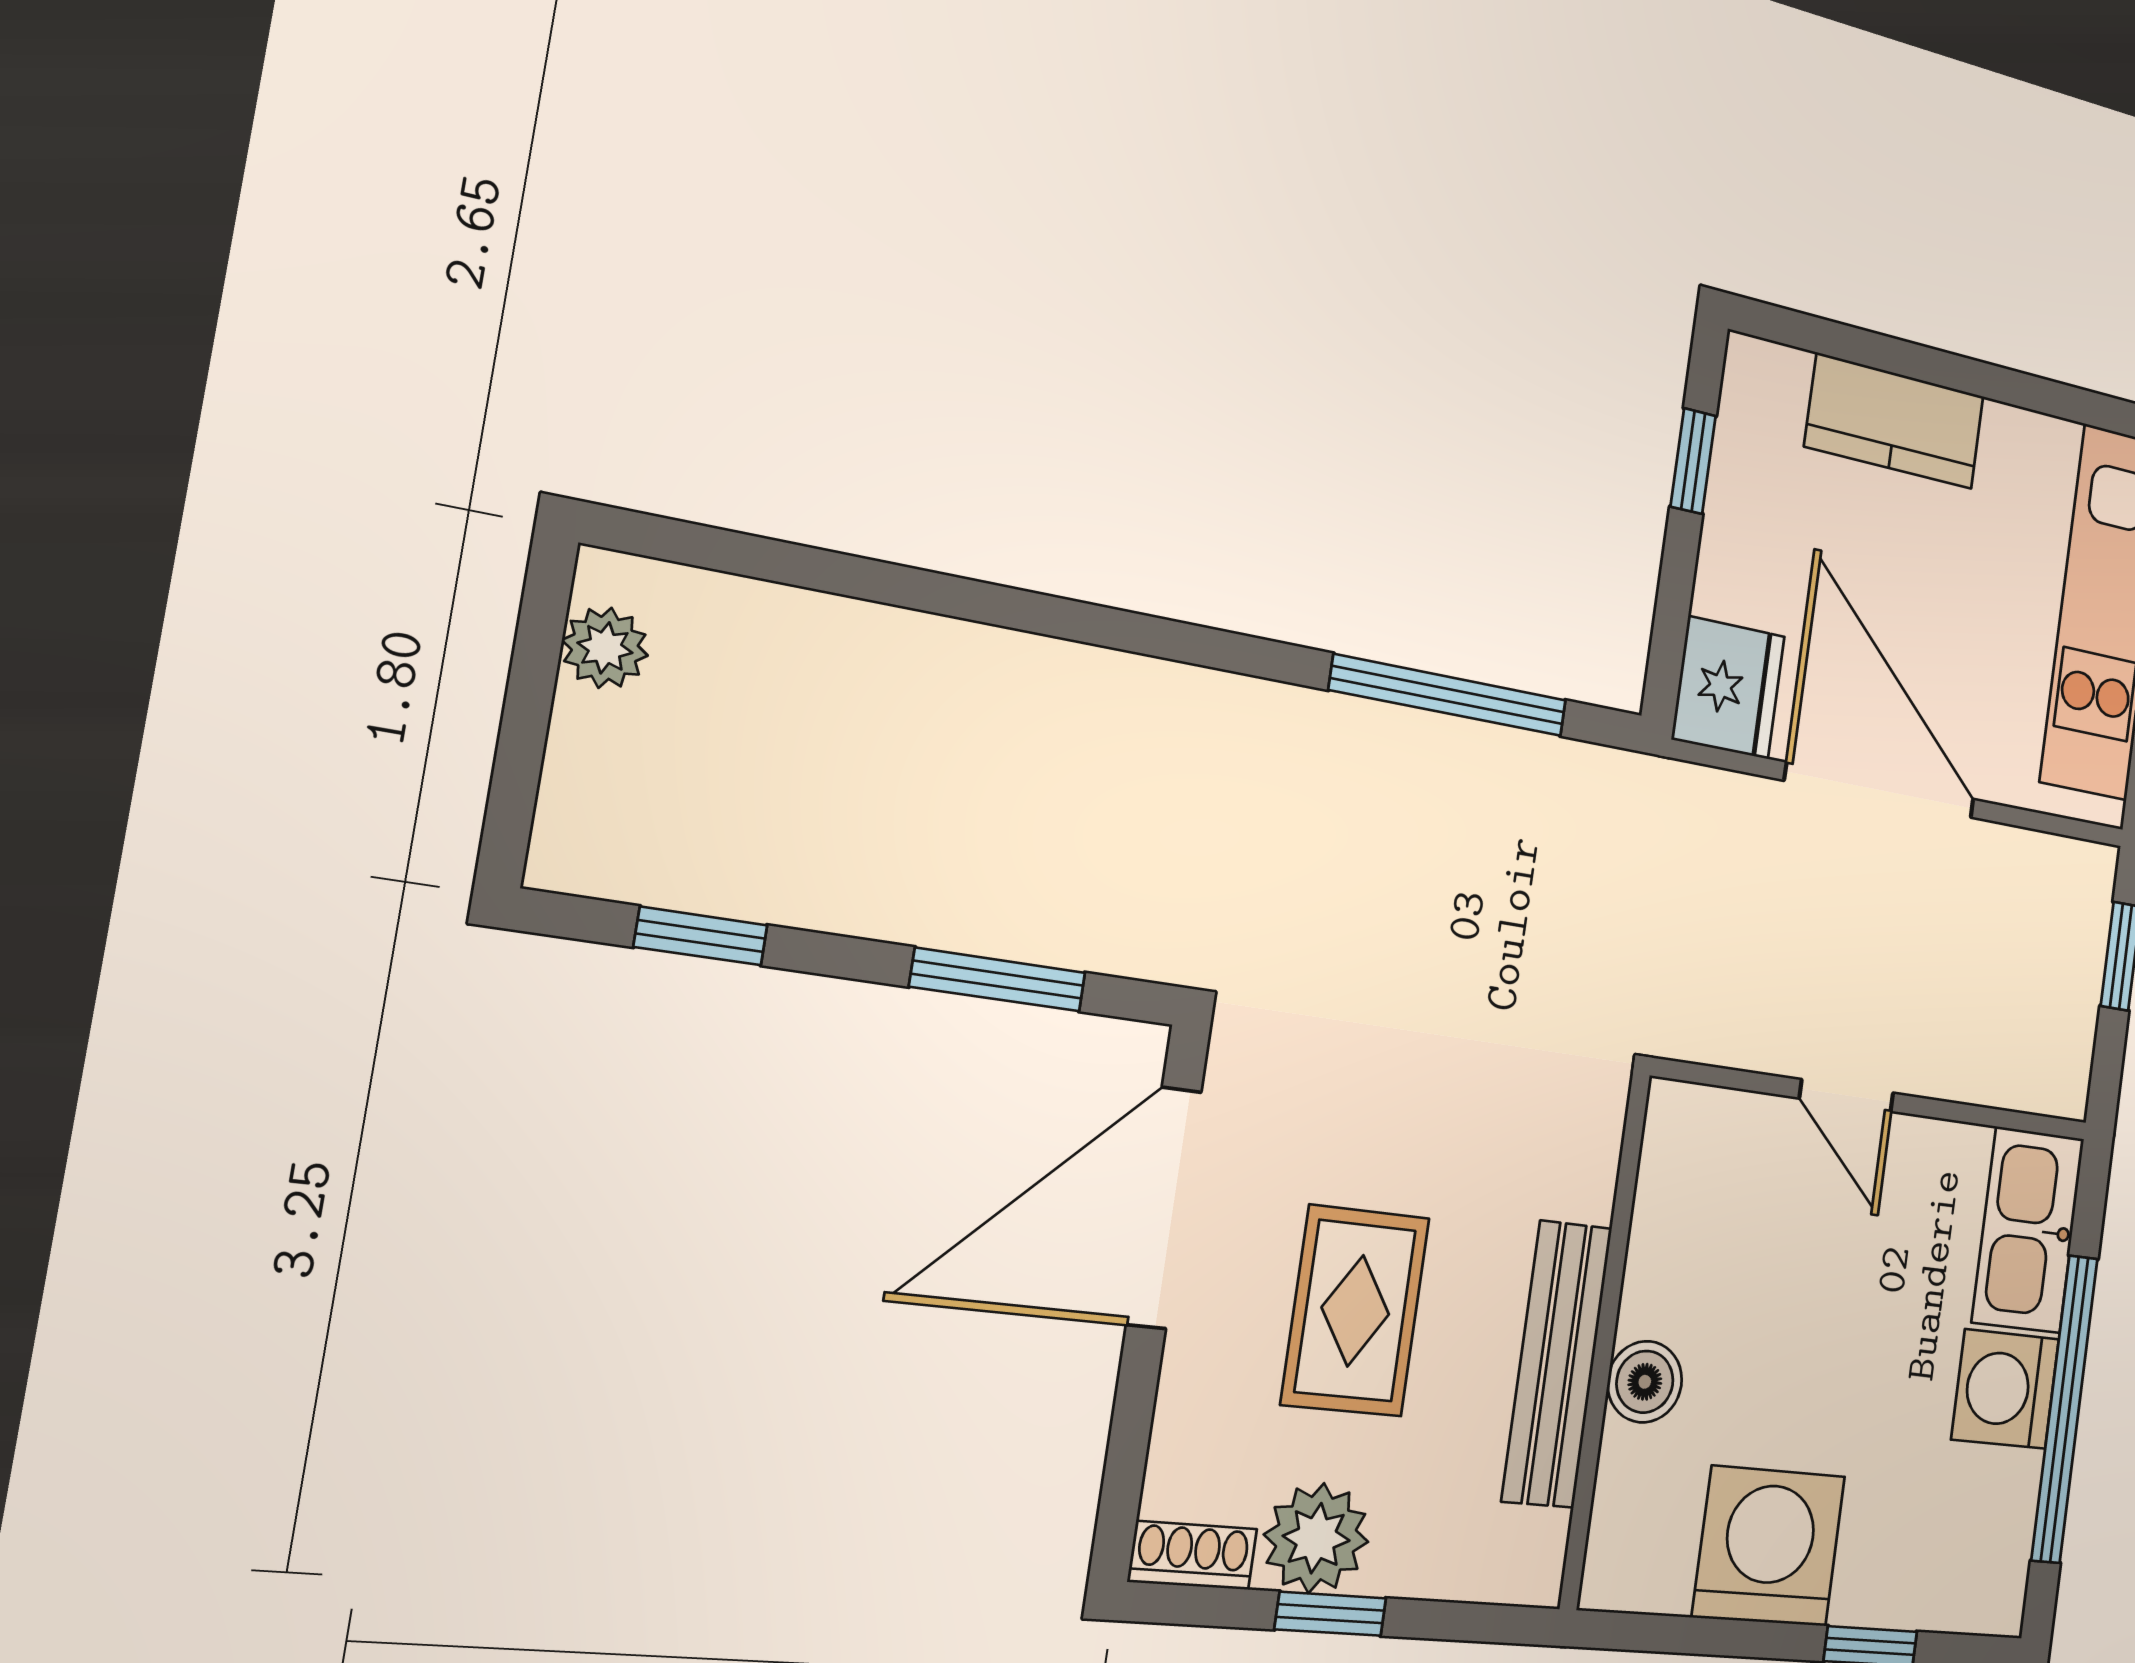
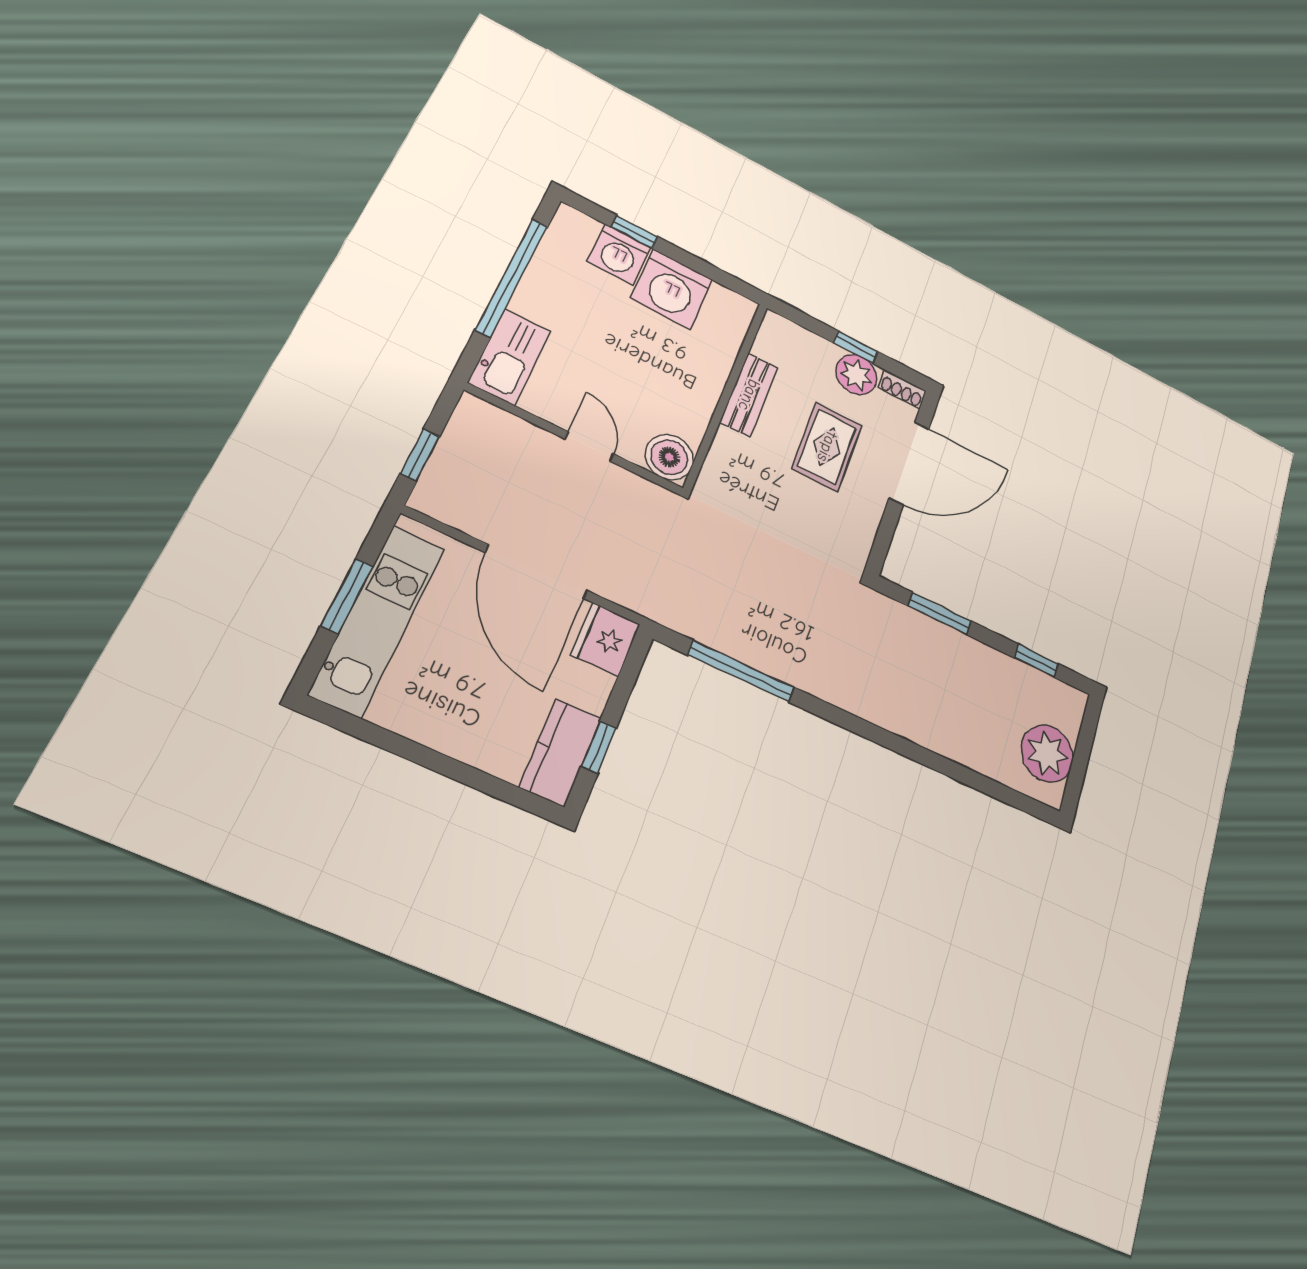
kitchen counter: (1895, 421) -> (560, 752), moved, turned -90
plant: (605, 648) -> (1047, 754), width x1.88, depth x1.88
door: (1164, 1208) -> (909, 463), moved
bench: (1557, 1364) -> (749, 395), width x0.73
boiler: (1645, 1382) -> (669, 457), moved, width x1.36, depth x1.36
washing machine: (2005, 1389) -> (619, 254), moved, turned 90

